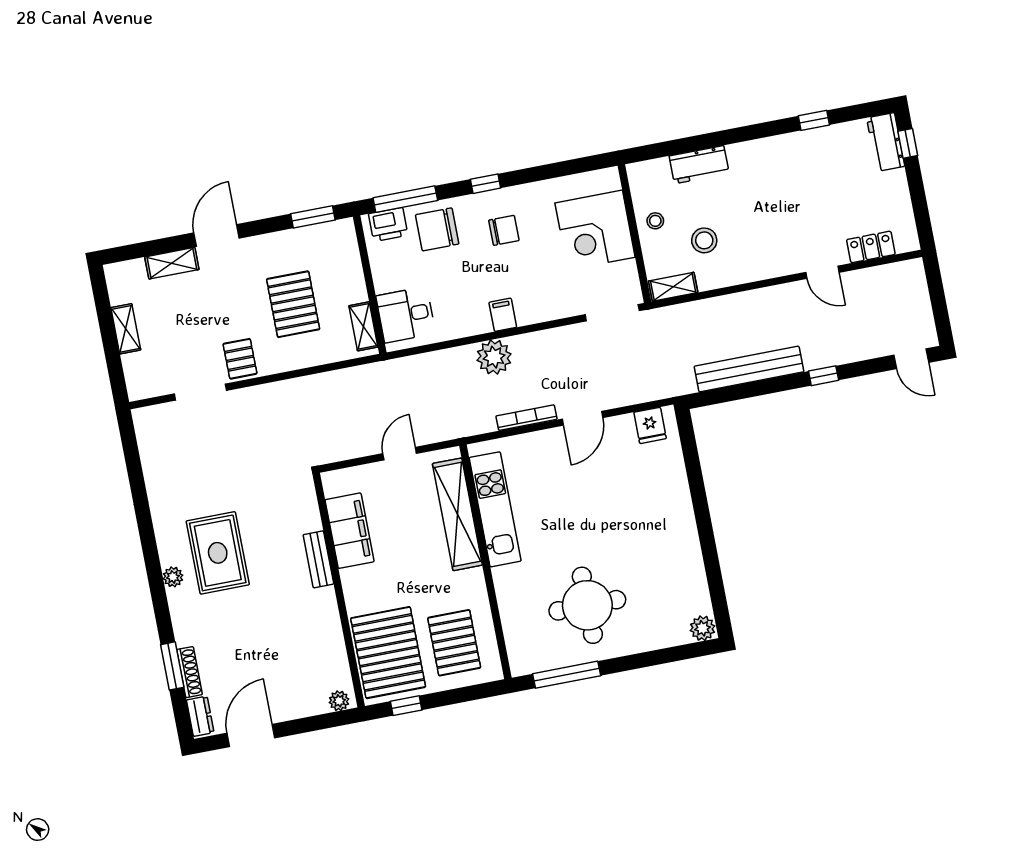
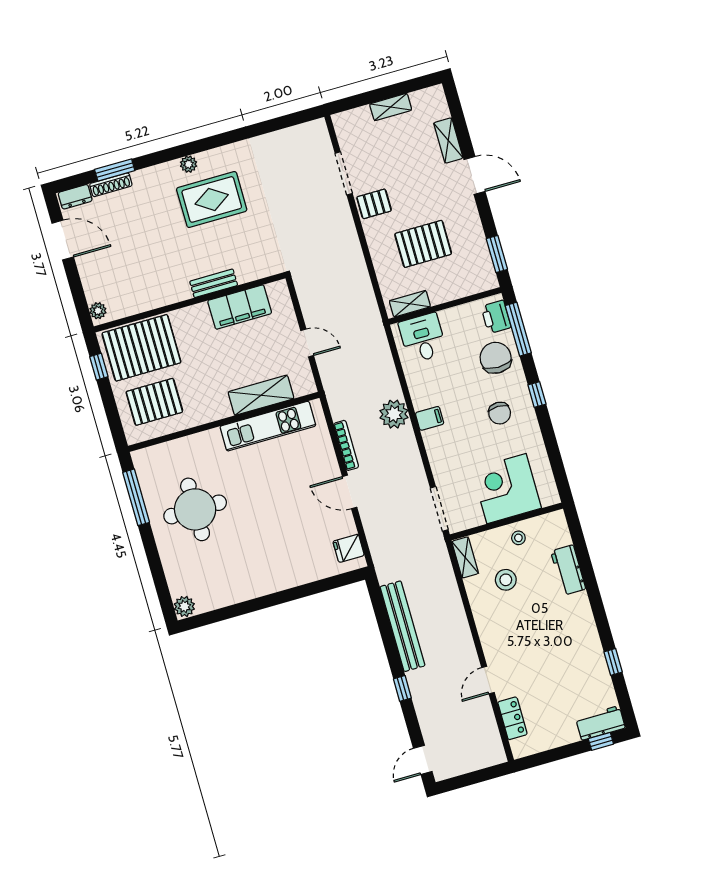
shelving: (457, 514) -> (261, 395), width x0.68

